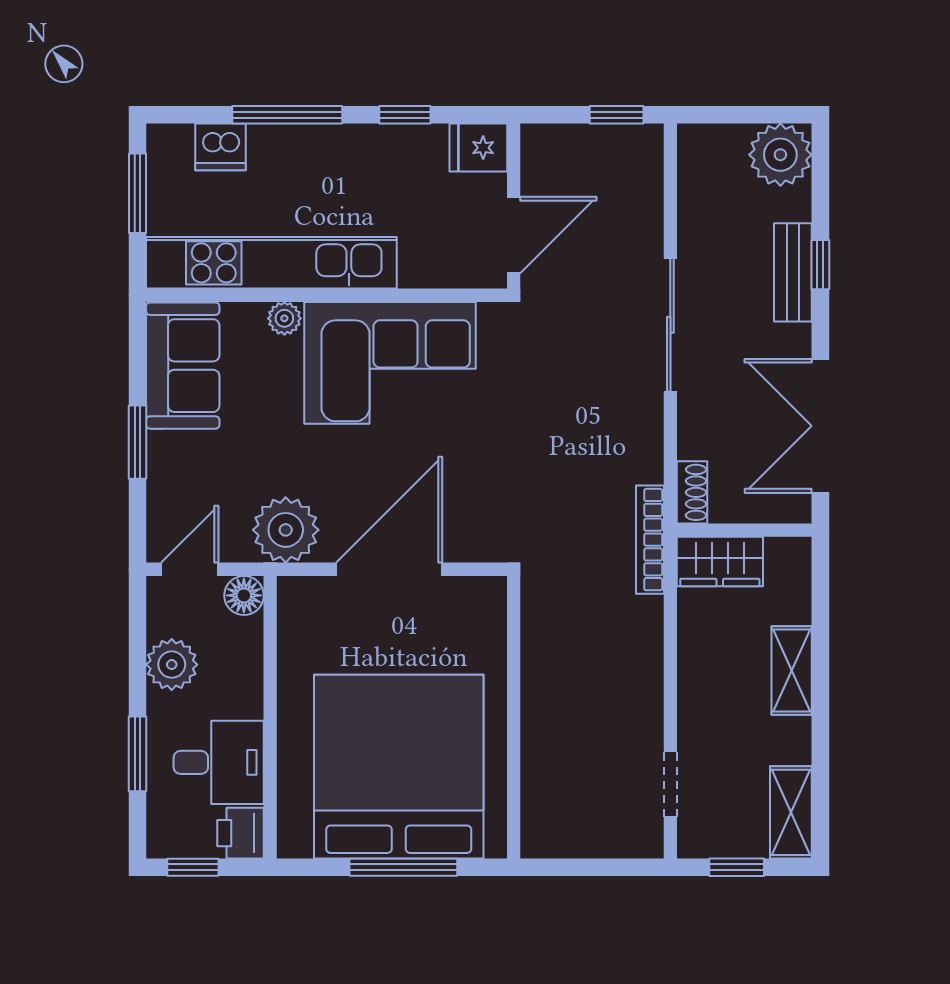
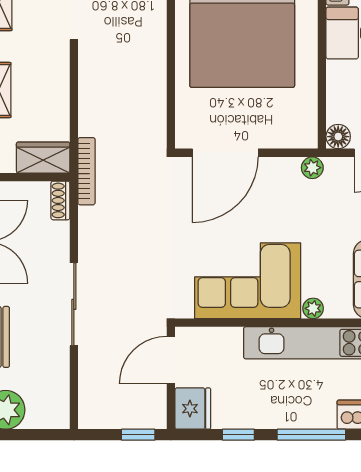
window: (617, 115) -> (138, 435), moved
fridge: (478, 148) -> (193, 409), width x1.38
plant: (286, 530) -> (312, 168), width x0.53, depth x0.53
door: (389, 569) -> (225, 153), moved

